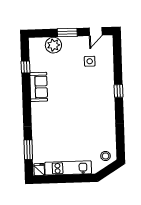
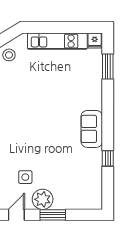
plant: (53, 45) -> (43, 199), moved
window: (25, 67) -> (108, 158), moved
sofa: (39, 87) -> (92, 129), moved

